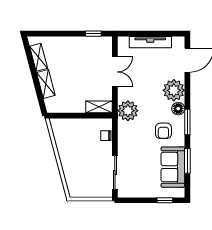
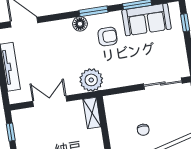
plant: (174, 90) -> (60, 32), removed
chair: (106, 136) -> (143, 130), moved

